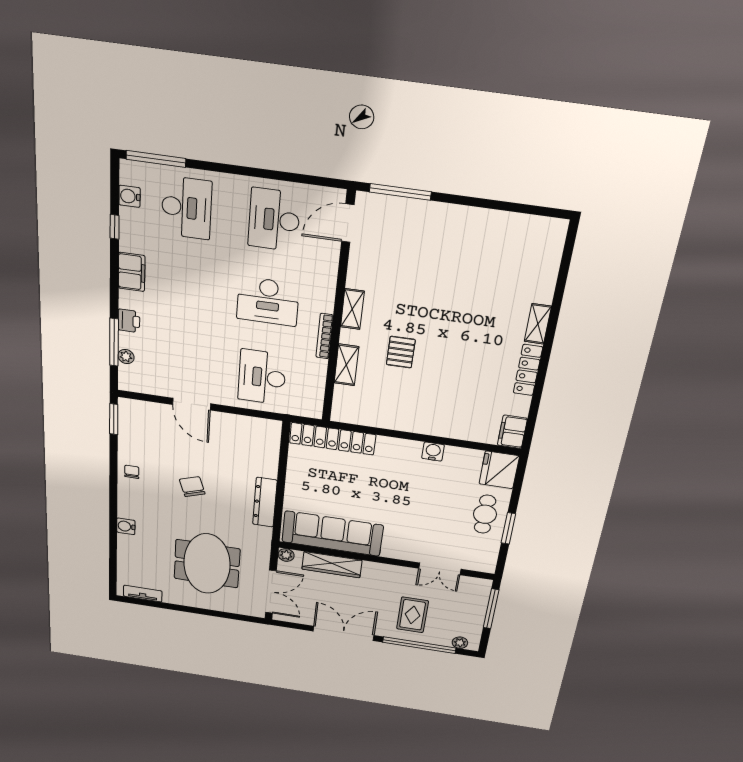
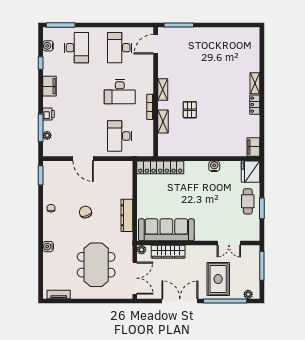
locker: (528, 370) -> (255, 105), width x0.66
rug: (412, 615) -> (218, 279), width x1.36, depth x1.43

